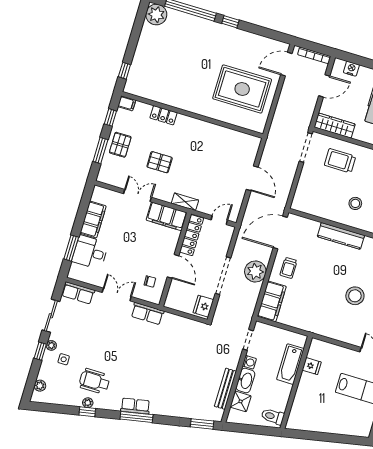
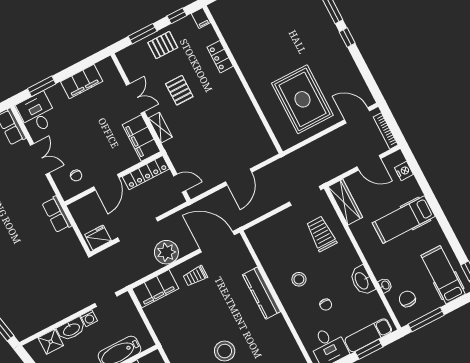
shelving: (185, 202) -> (160, 128), moved
desk: (90, 252) -> (37, 113), moved
row of seats: (147, 314) -> (57, 214), moved
bench: (225, 389) -> (49, 320), removed

